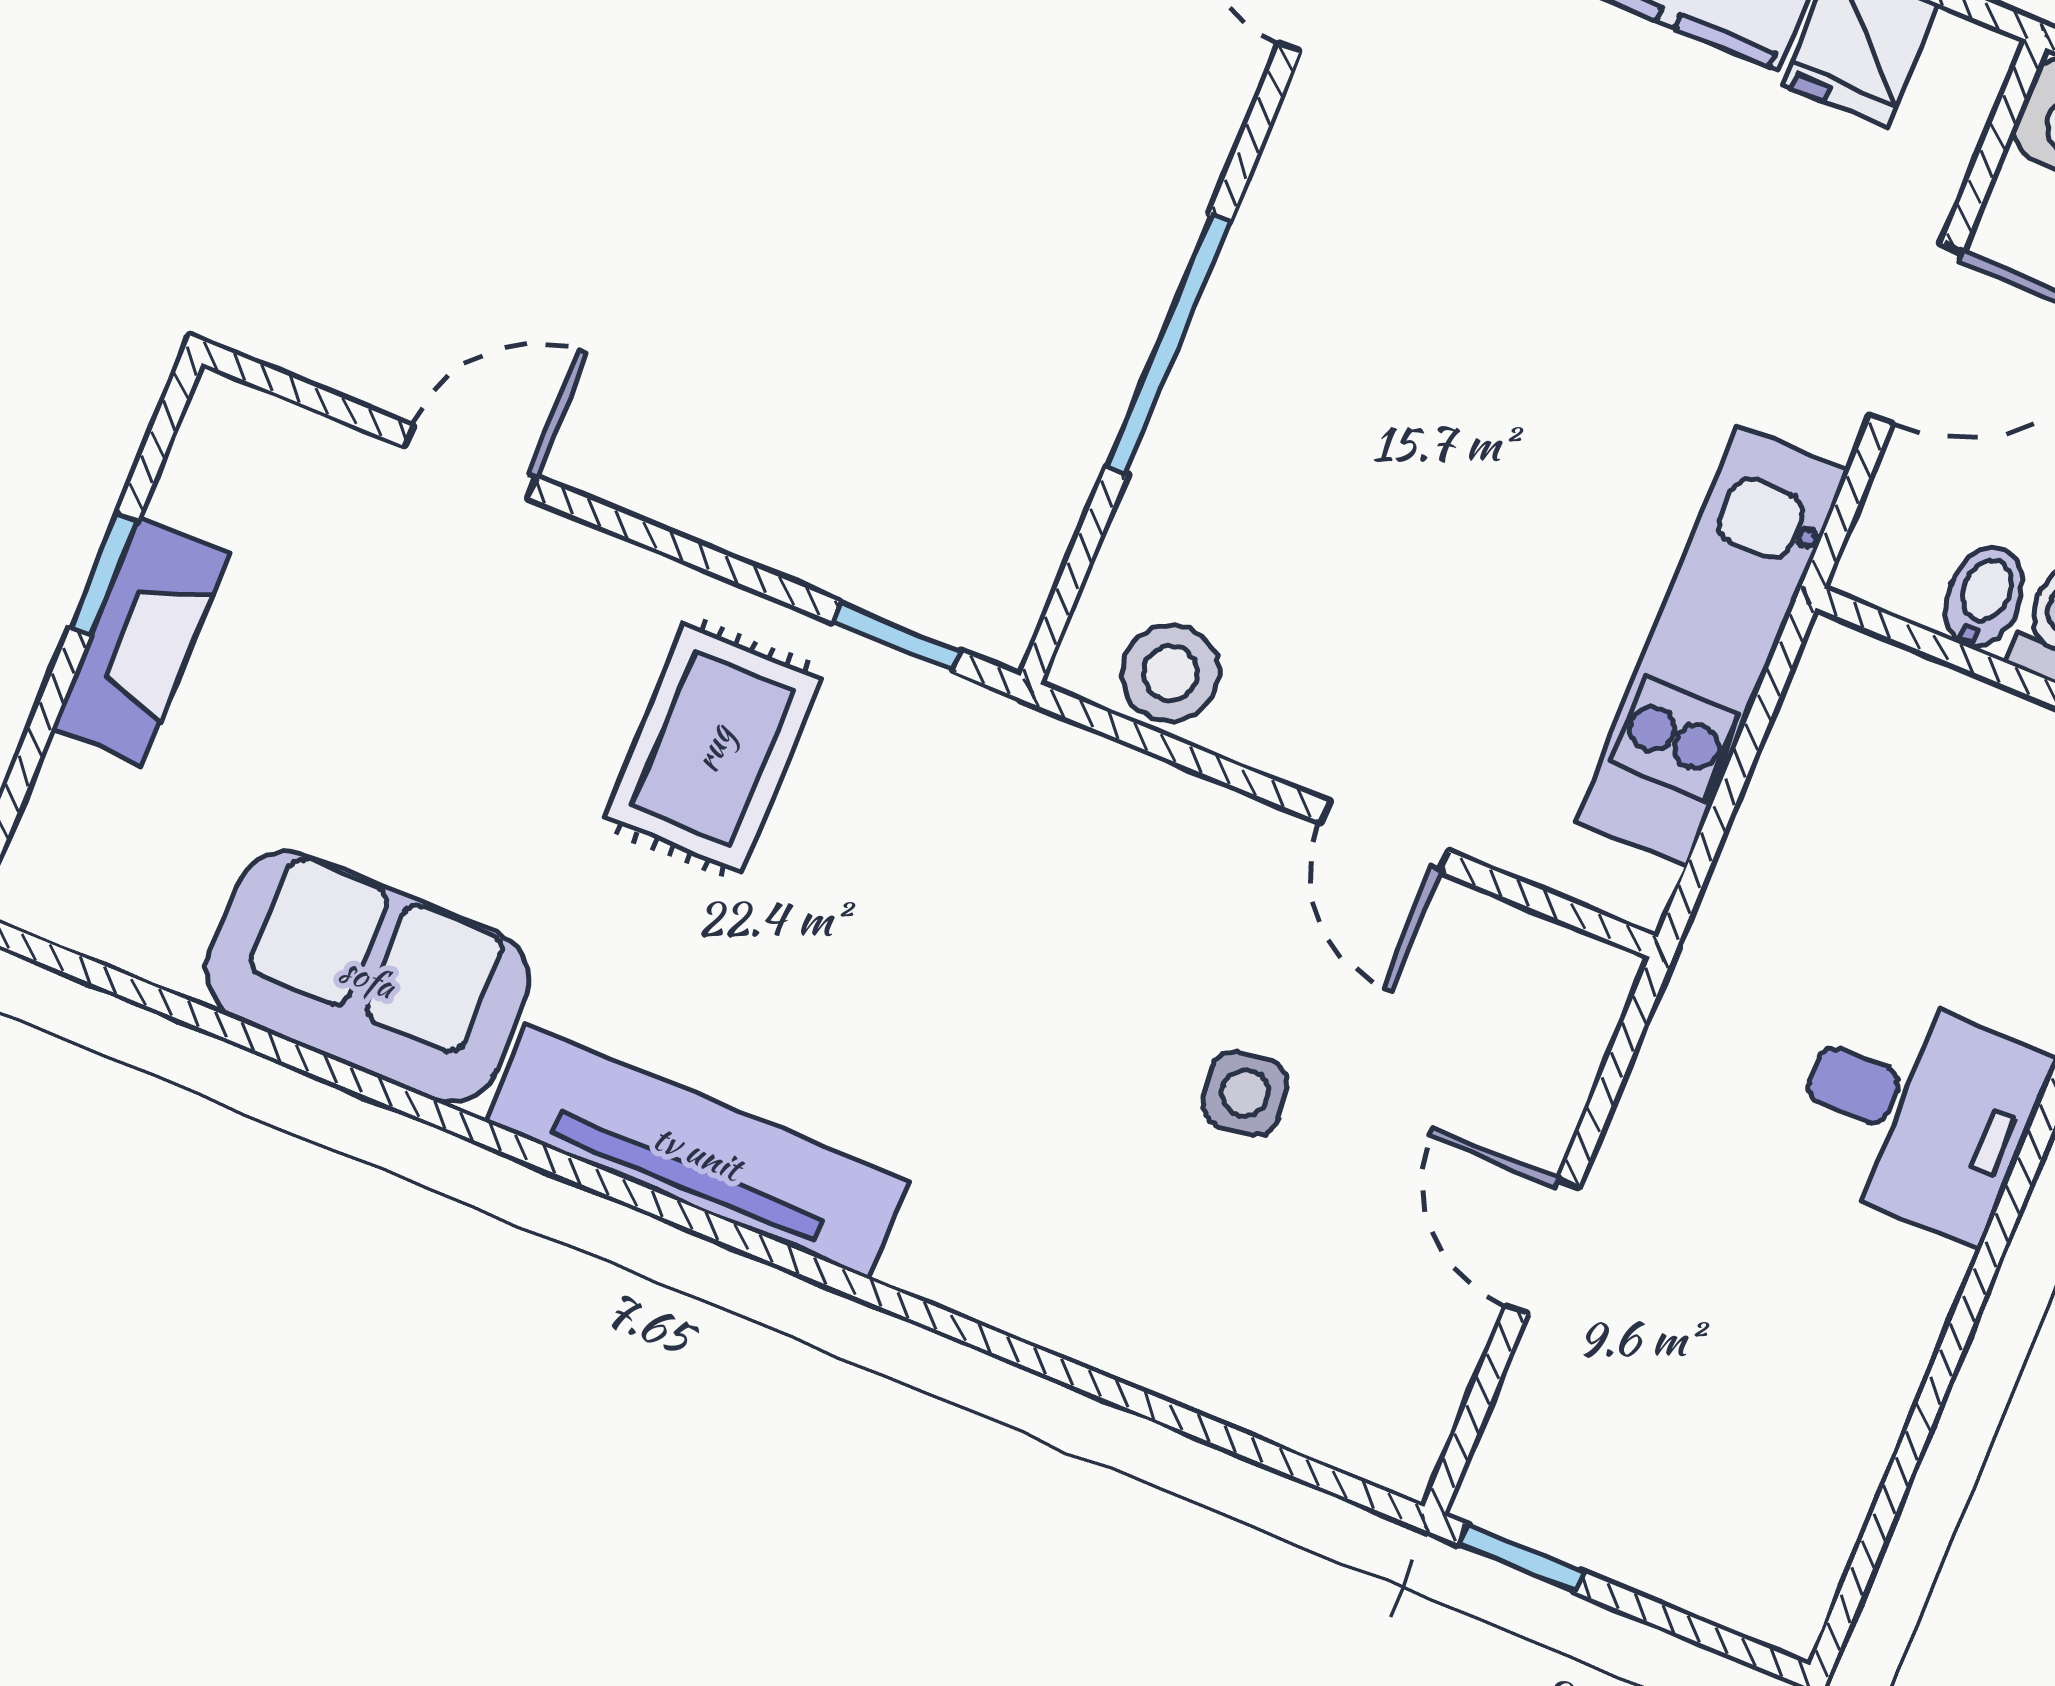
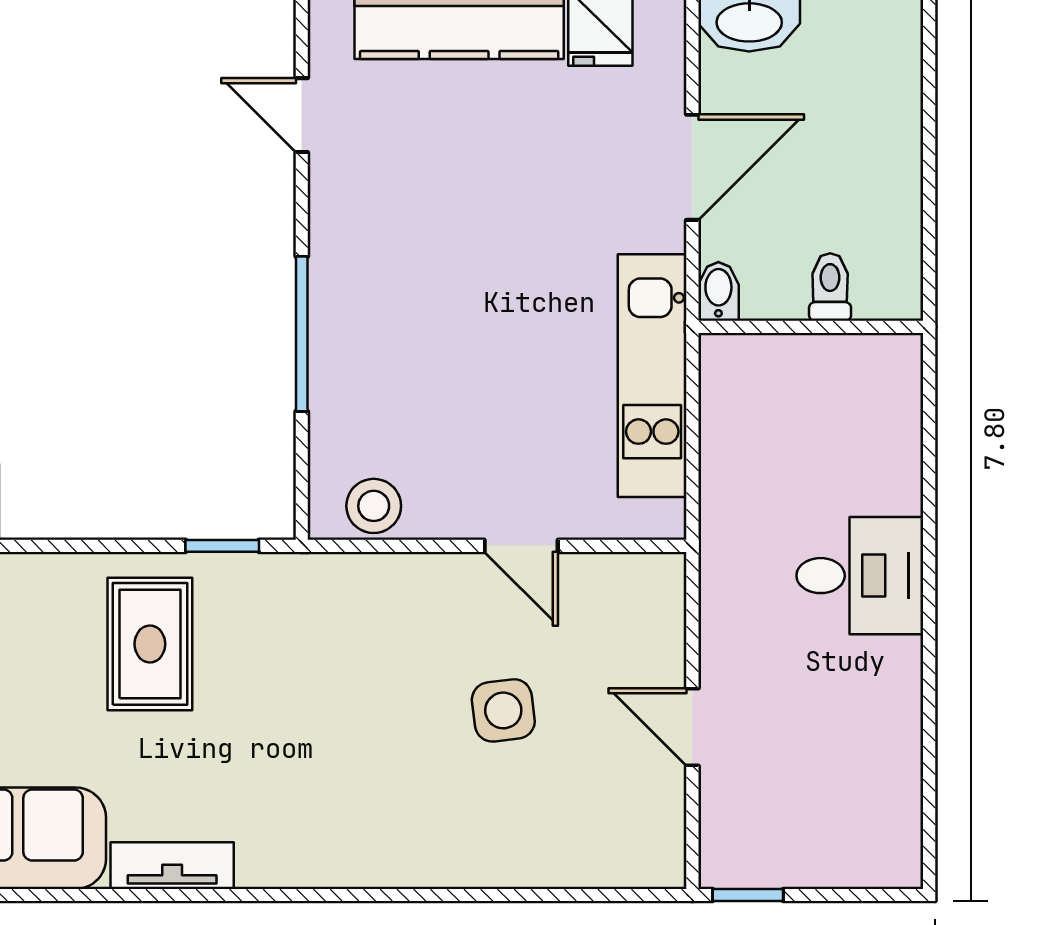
bidet: (1984, 598) -> (718, 291), moved
side table: (1245, 1093) -> (503, 710), width x1.37, depth x1.37
tv unit: (697, 1152) -> (172, 866), width x0.52, depth x0.78

